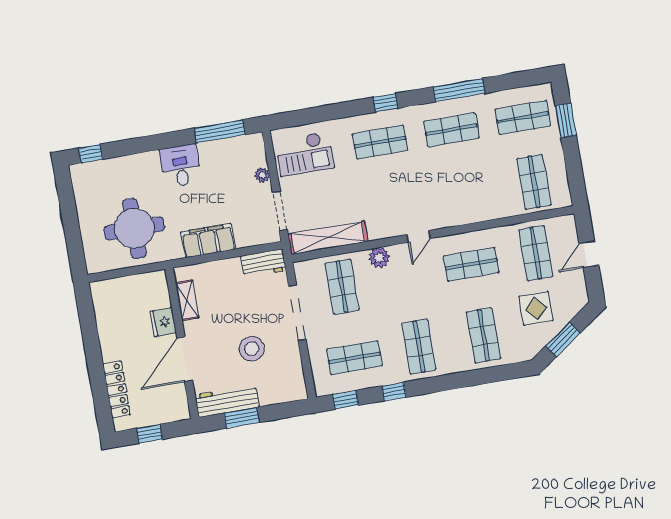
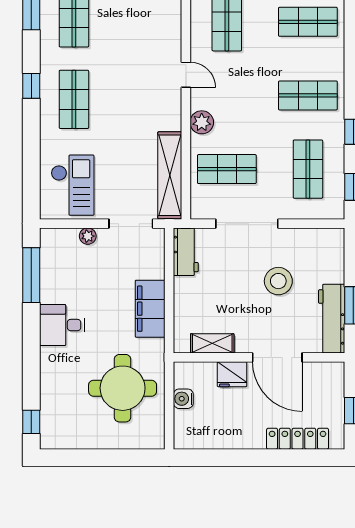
water cooler: (134, 283) -> (183, 399), added

